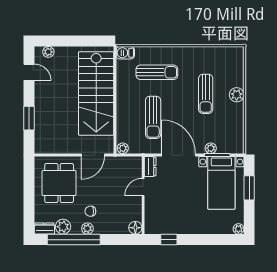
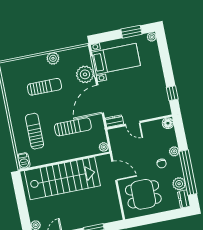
plant: (237, 95) -> (53, 58), moved
plant: (211, 148) -> (85, 74), width x1.87, depth x1.87
window: (249, 188) -> (131, 32), moved
plant: (87, 228) -> (174, 151), moved

